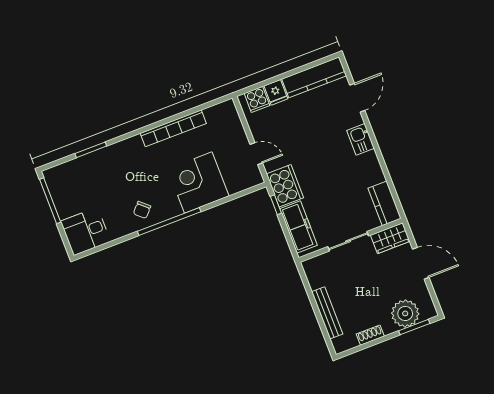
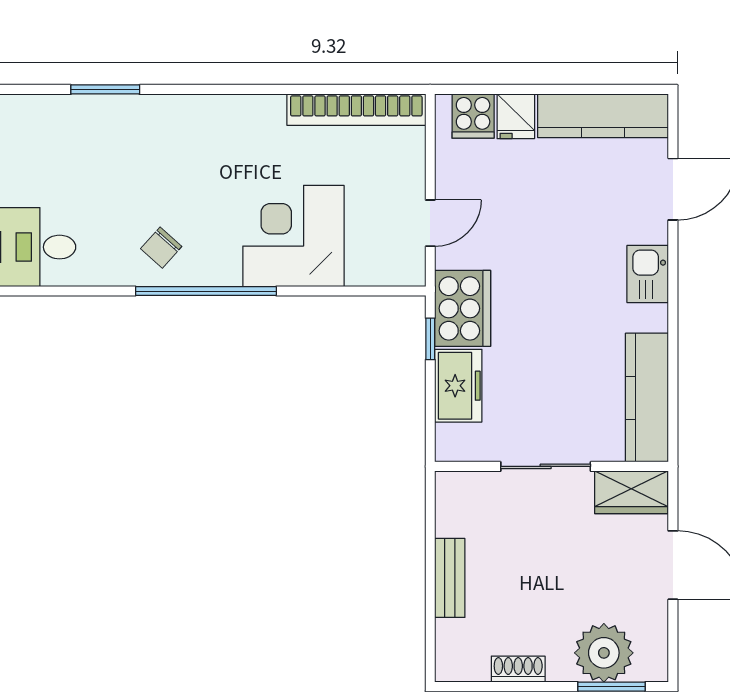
bookcase: (173, 128) -> (356, 110), moved
door: (256, 154) -> (430, 223), hinge flipped
kitchen counter: (385, 203) -> (647, 398), width x1.50
freezer: (299, 227) -> (458, 386), width x0.71
bench: (327, 313) -> (450, 578), width x0.73

